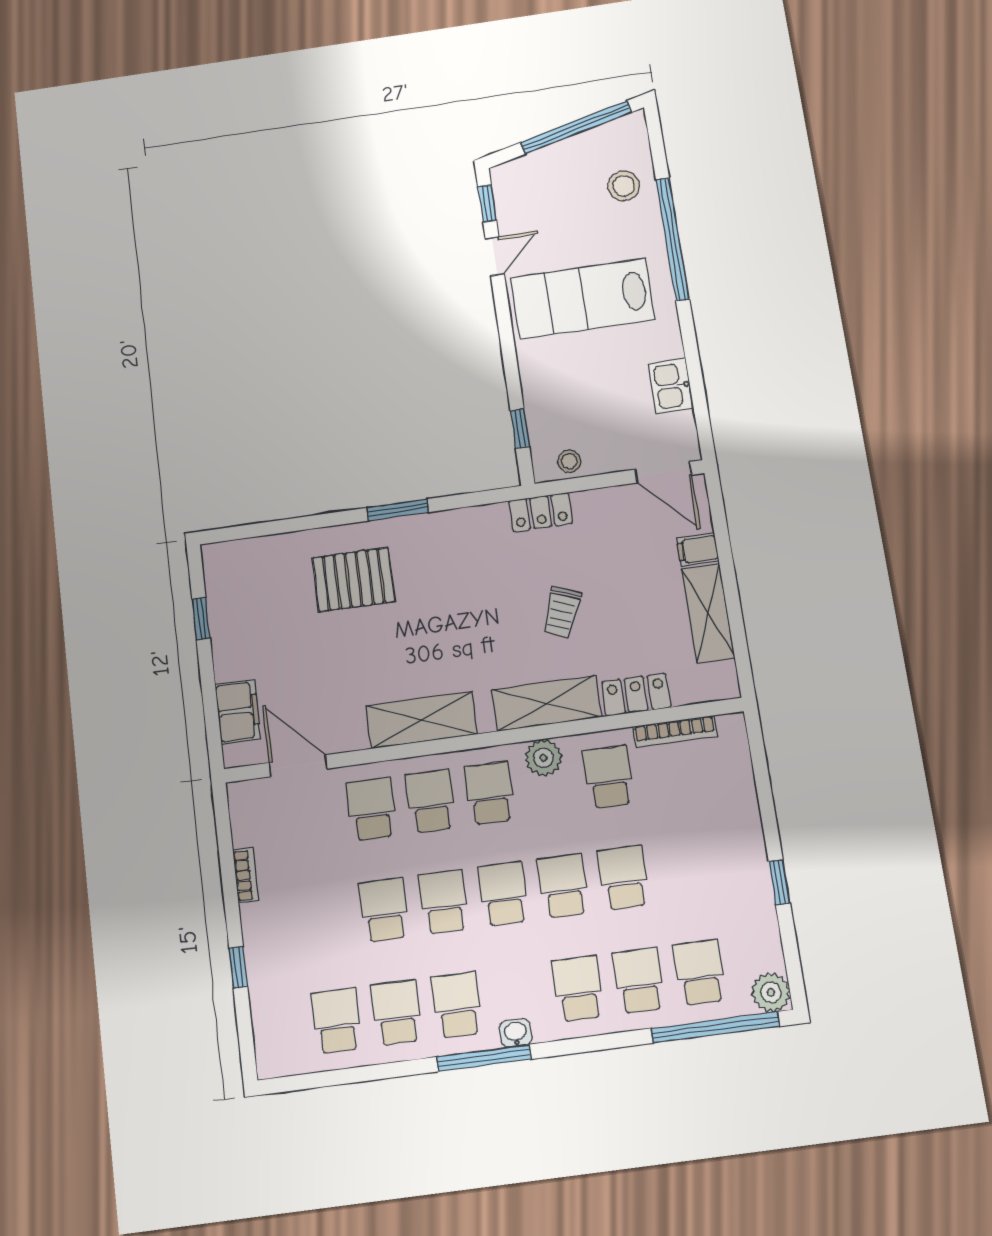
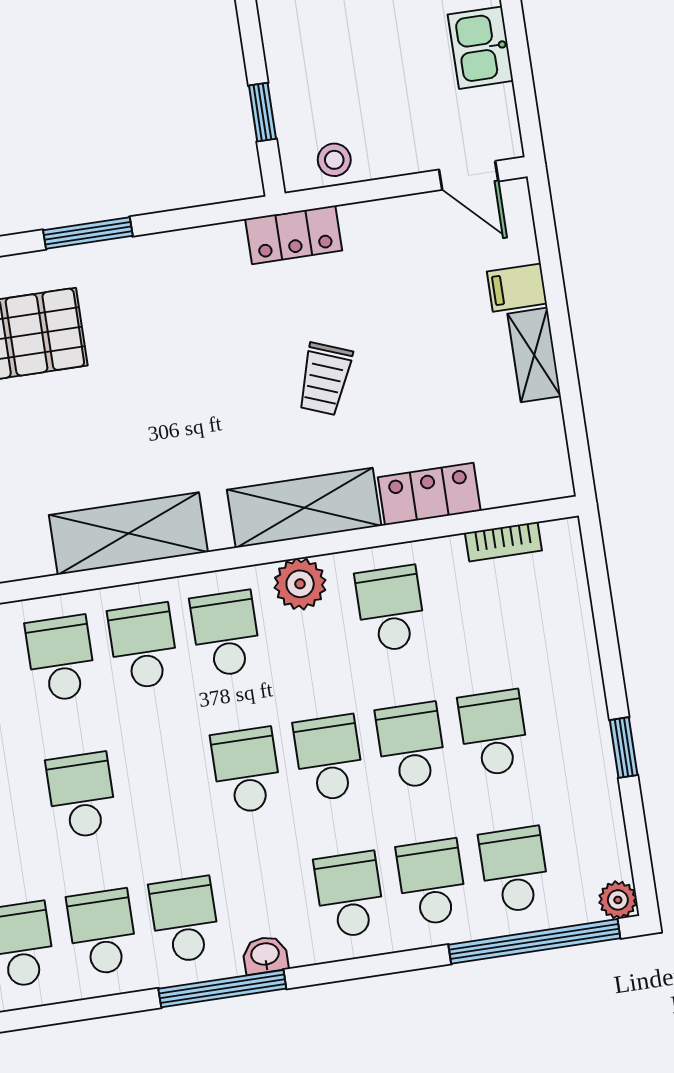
door: (663, 472) -> (469, 175), width x0.73
shelving: (708, 613) -> (534, 355), width x0.67, depth x0.75
bookcase: (675, 731) -> (503, 542), width x0.64
school desk: (444, 902) -> (494, 733), moved
plant: (771, 992) -> (618, 900), width x0.73, depth x0.73

